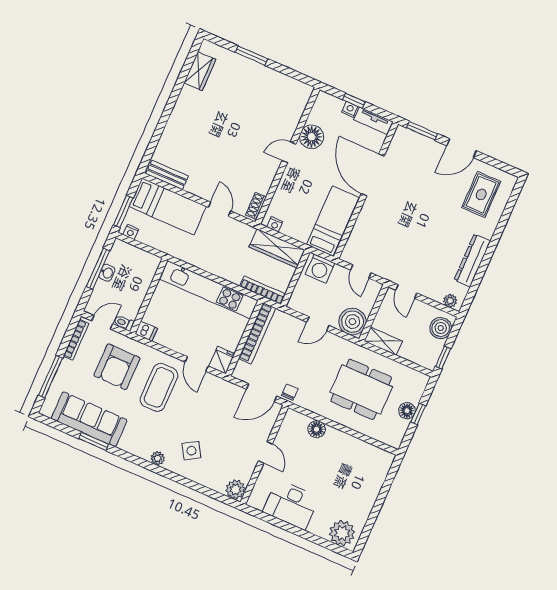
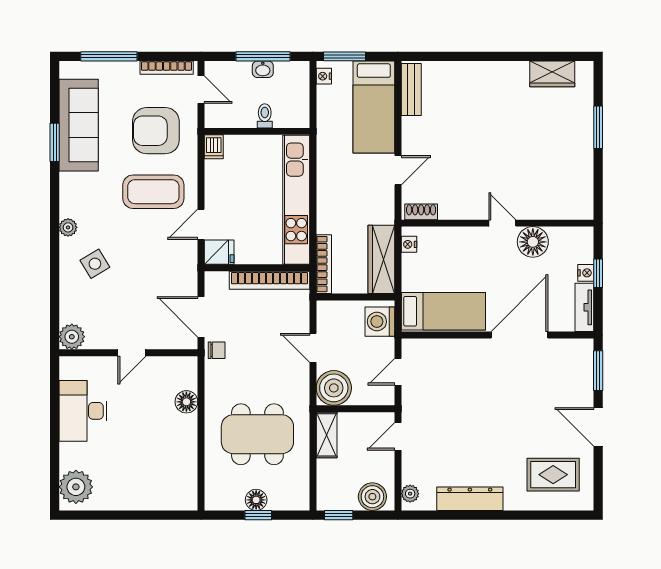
toilet: (124, 323) -> (265, 116), moved
dining table: (361, 389) -> (257, 434), turned 90

